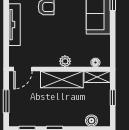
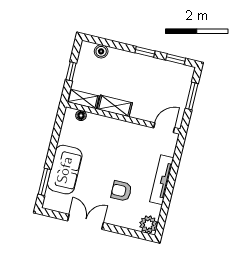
plant: (65, 61) -> (115, 125), removed
shelving: (62, 79) -> (115, 106), width x0.67, depth x0.75

